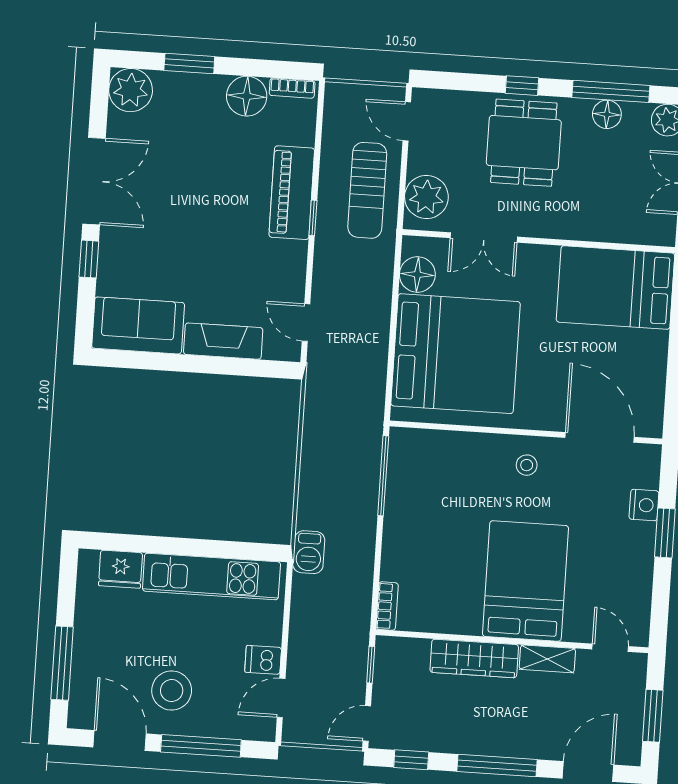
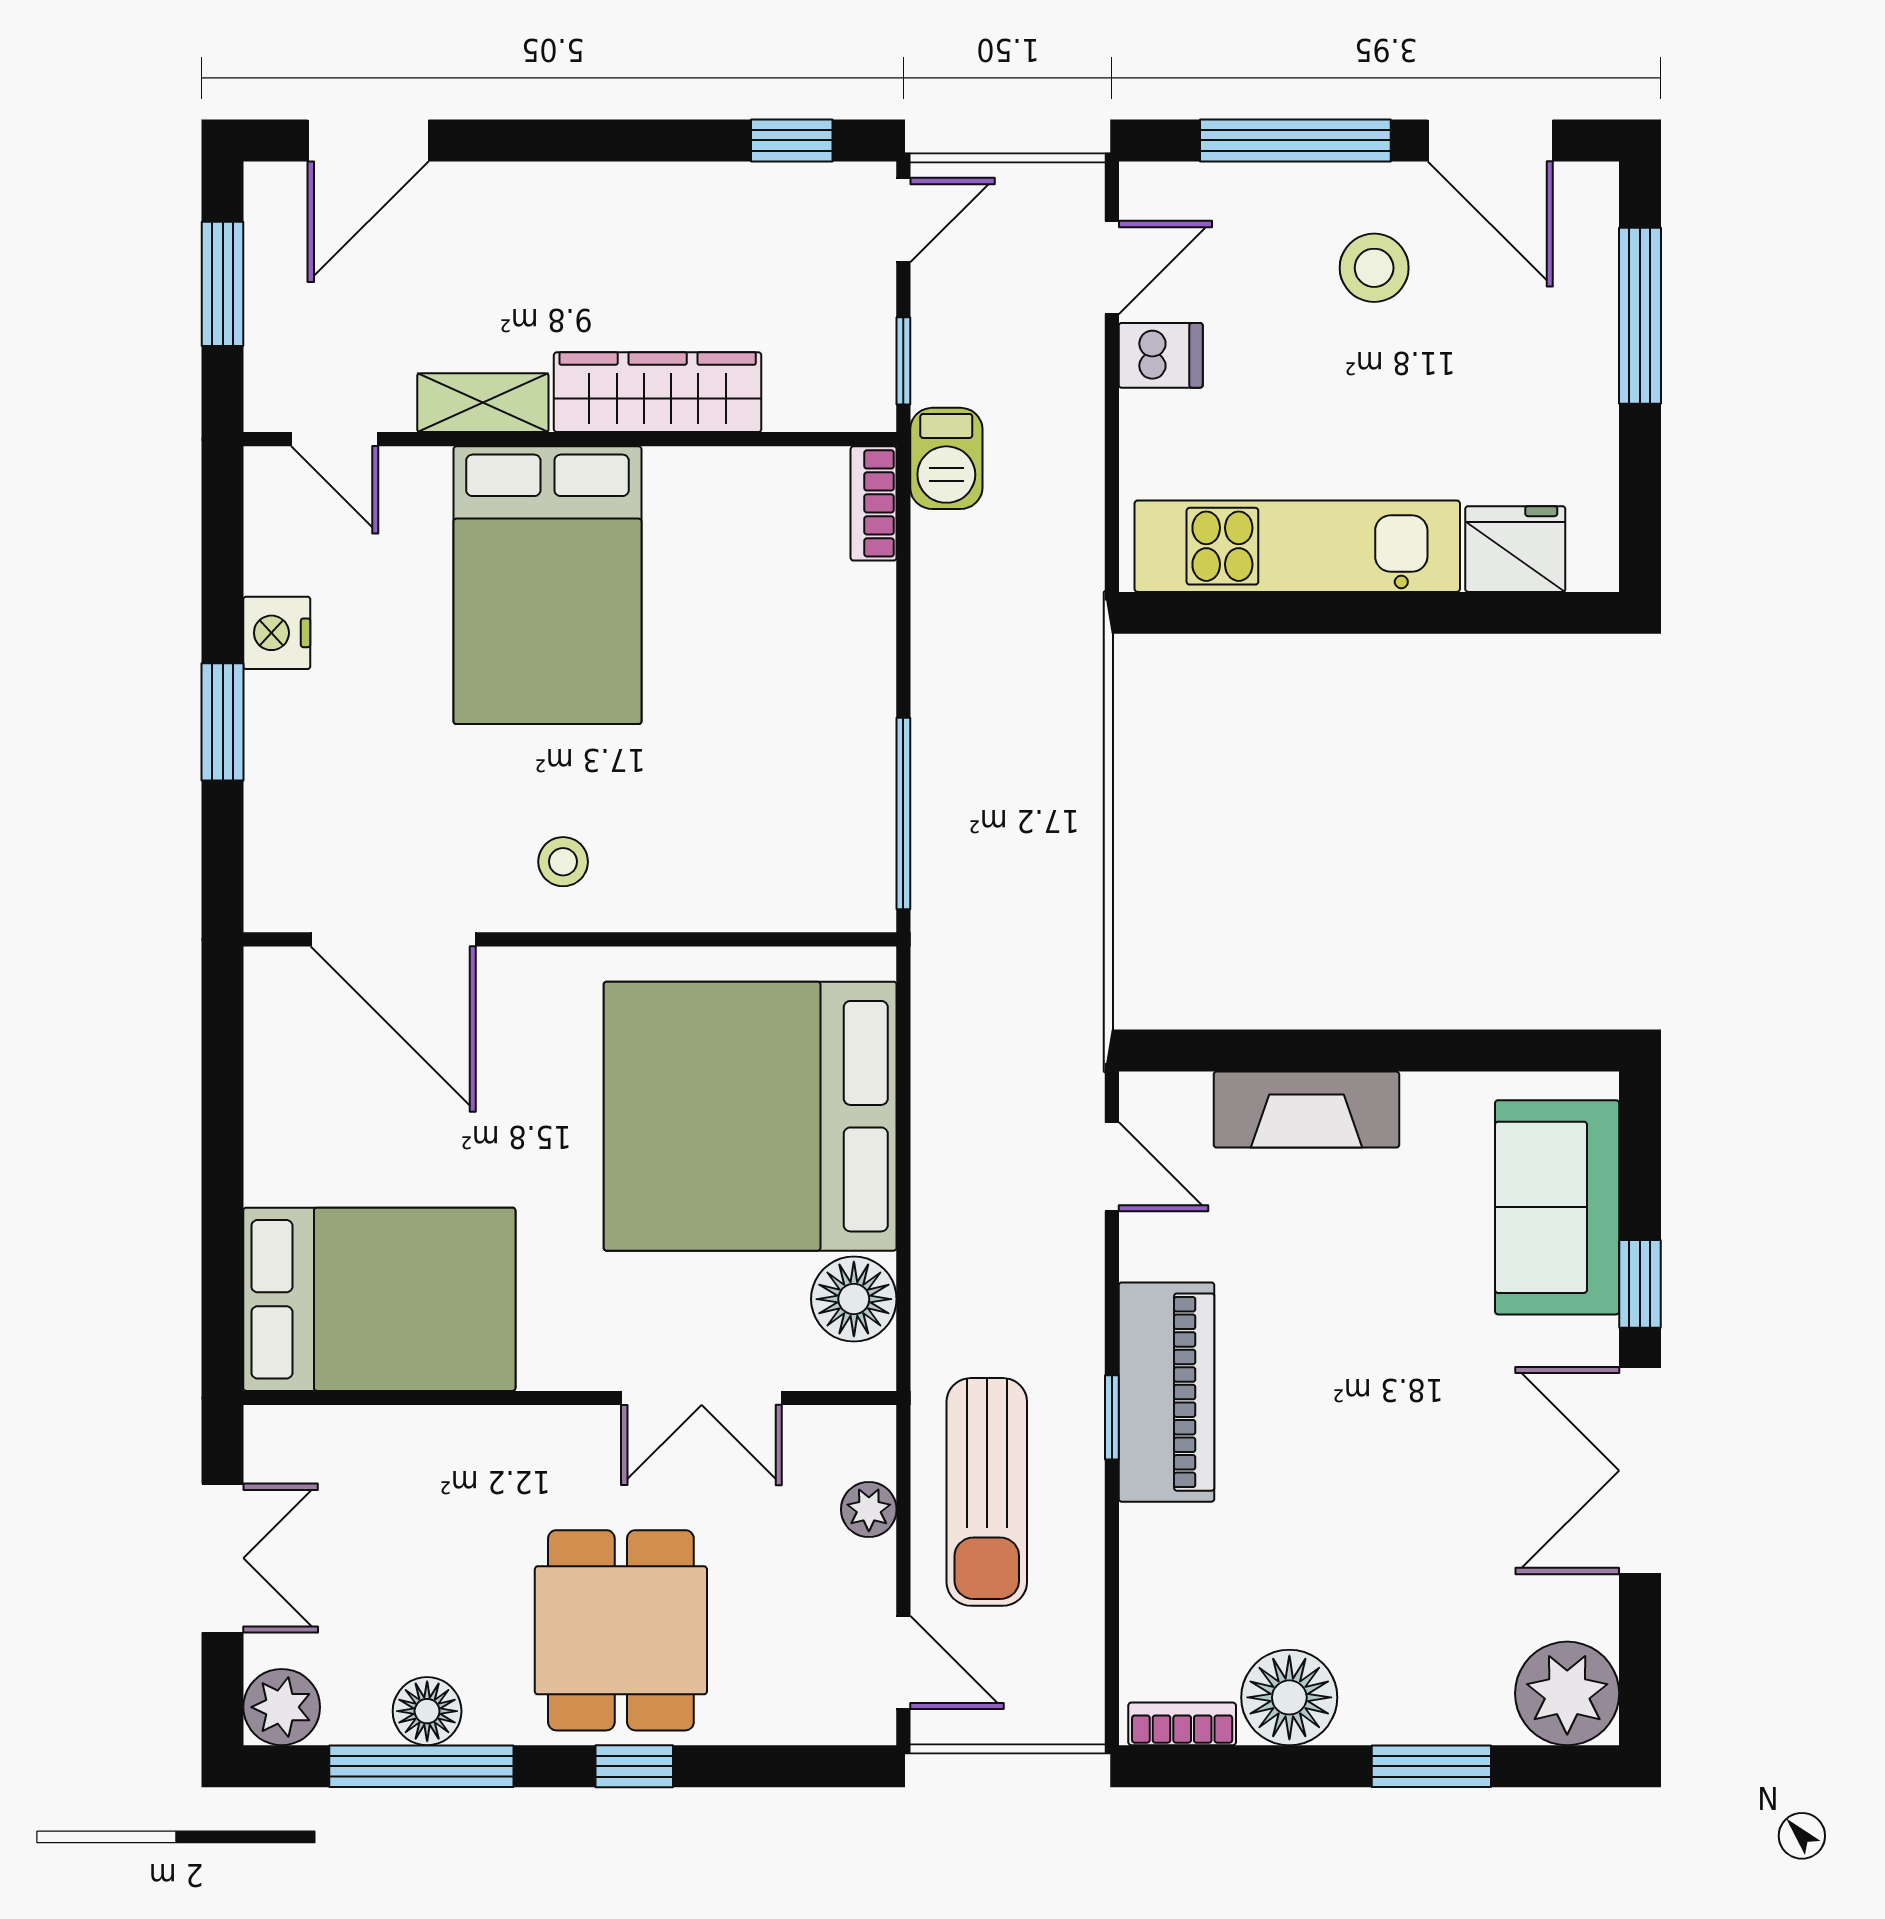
sun lounger: (367, 190) -> (987, 1492), turned 180
piano: (292, 193) -> (1167, 1392), moved
plant: (426, 197) -> (869, 1509), width x0.53, depth x0.53
double door: (484, 237) -> (702, 1398), swing flipped
sofa: (138, 325) -> (1557, 1207), moved, turned 90
nightstand: (644, 505) -> (277, 633), moved
barbecue: (309, 552) -> (946, 458), moved, turned 180
stool: (172, 691) -> (1374, 268), width x0.73, depth x0.73
window: (497, 766) -> (586, 140), removed

